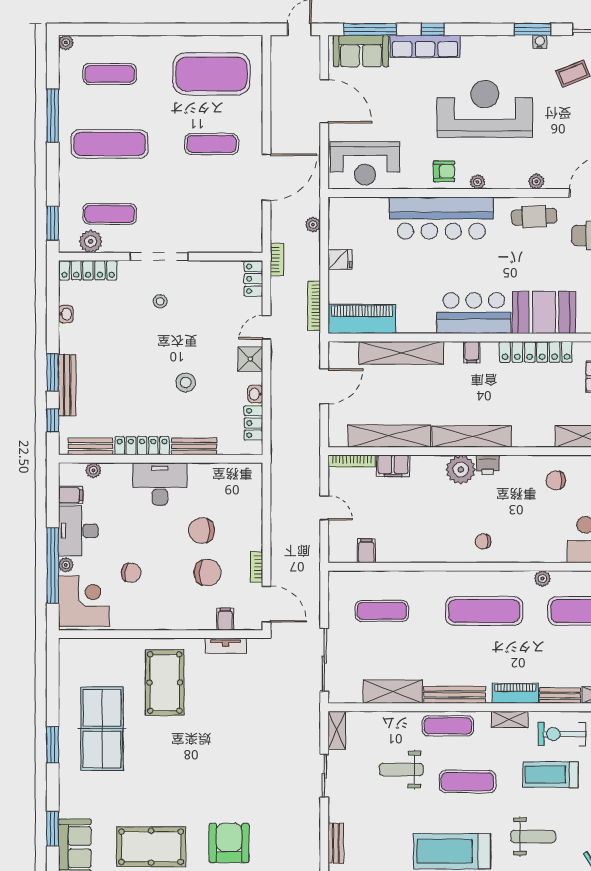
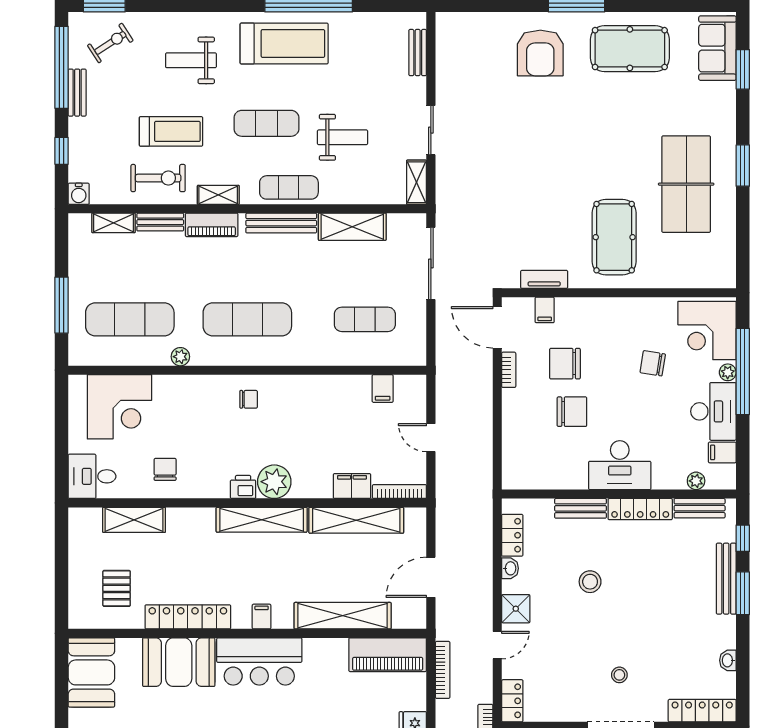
chair: (556, 480) -> (165, 469), turned -90

